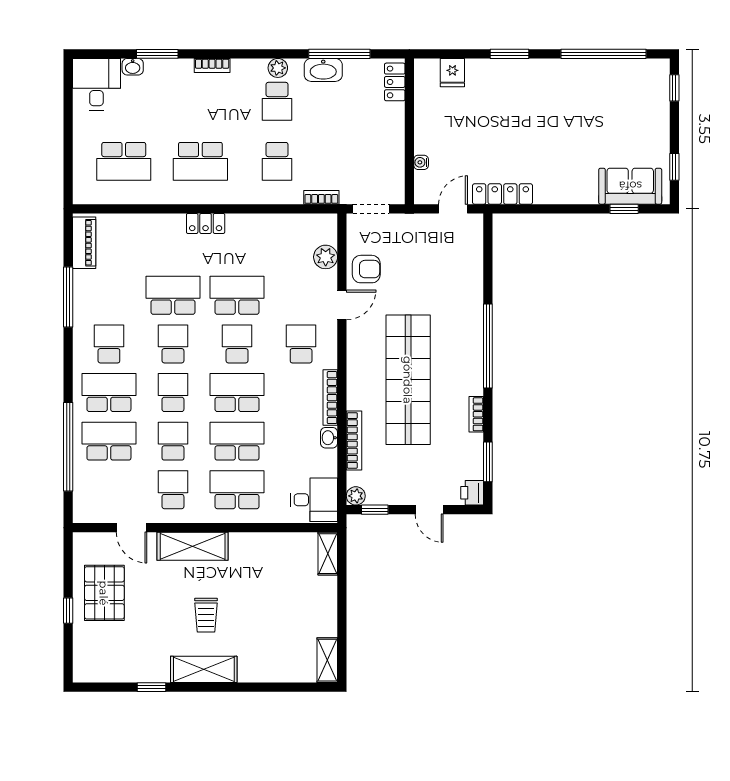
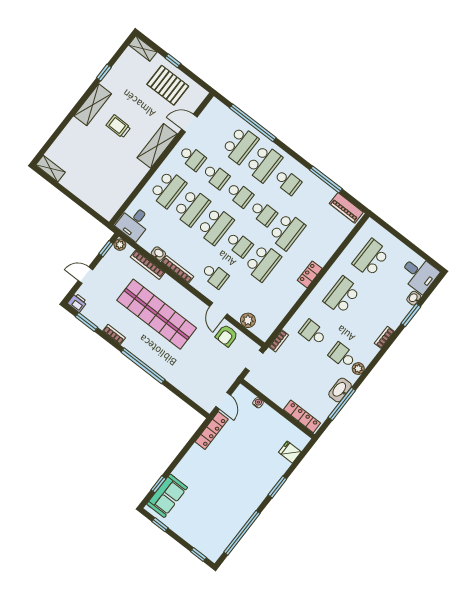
locker: (395, 82) -> (302, 416), width x1.53
shelving: (328, 554) -> (143, 49), moved

